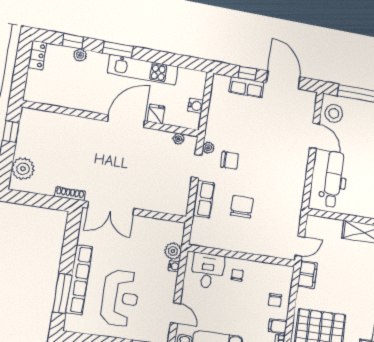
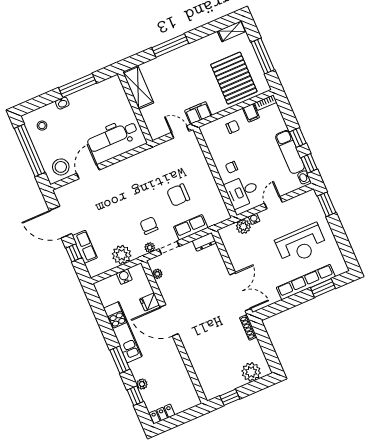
door: (283, 80) -> (61, 222), hinge flipped
plant: (218, 117) -> (122, 255), added
dresser: (181, 203) -> (204, 242), added
window: (62, 293) -> (323, 288), width x0.69
reception desk: (120, 298) -> (301, 244), turned 180
door: (175, 313) -> (273, 203), moved

